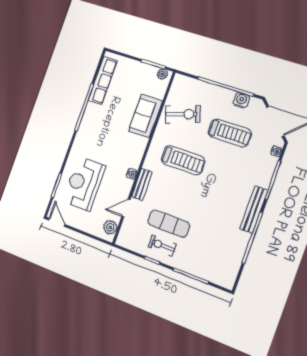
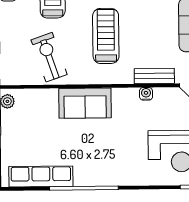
sofa: (145, 116) -> (85, 103), moved

